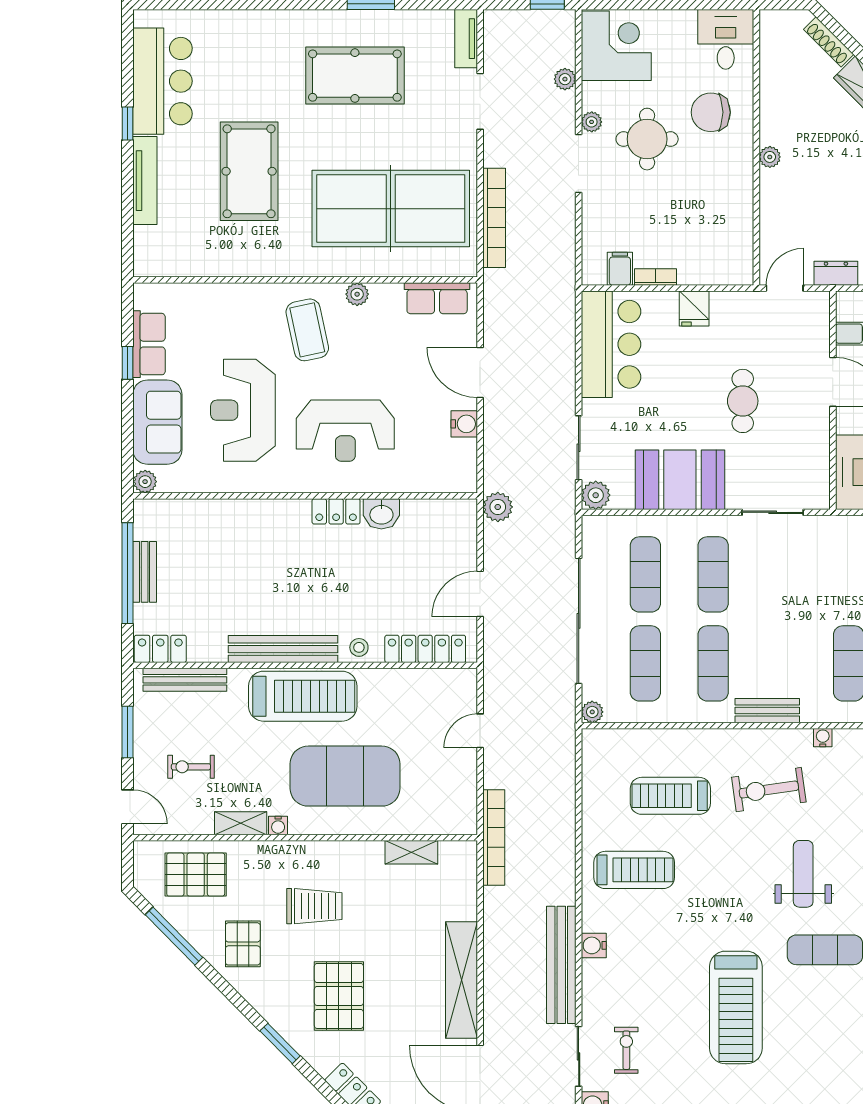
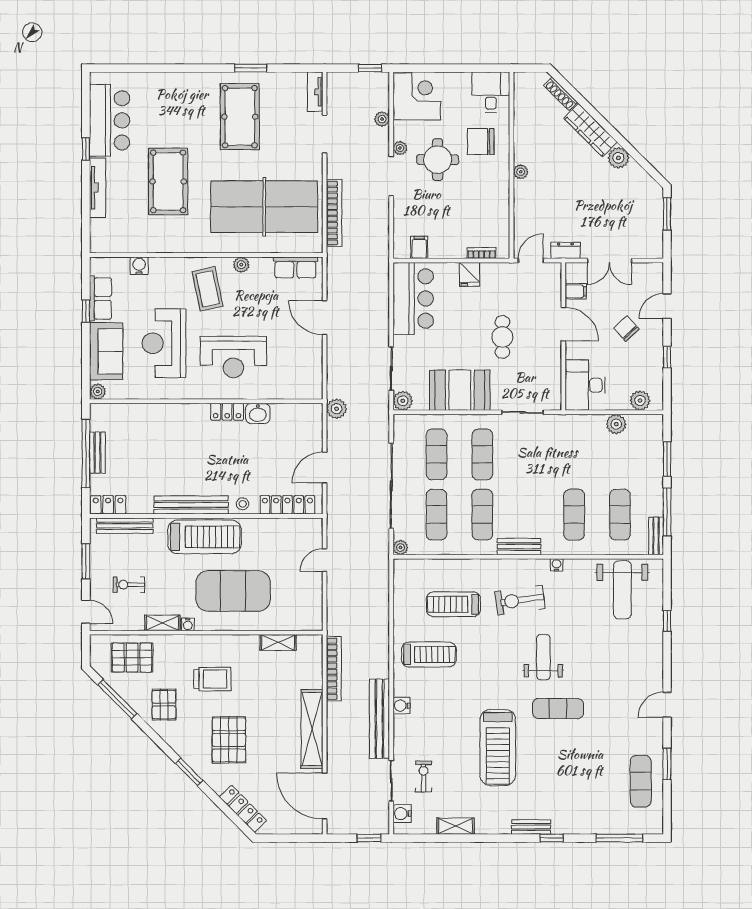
pool table: (355, 76) -> (240, 117), turned 90
bookcase: (655, 277) -> (482, 253), moved
water cooler: (464, 424) -> (139, 266), moved, turned -90
bookcase: (494, 838) -> (334, 669), moved

